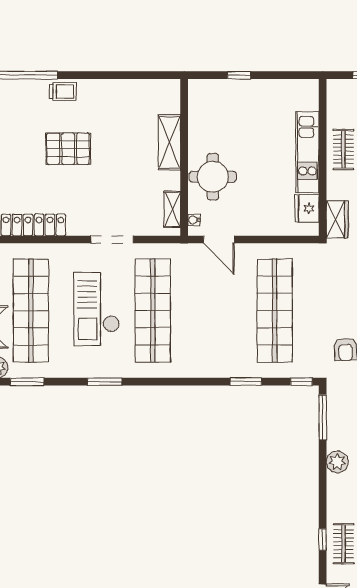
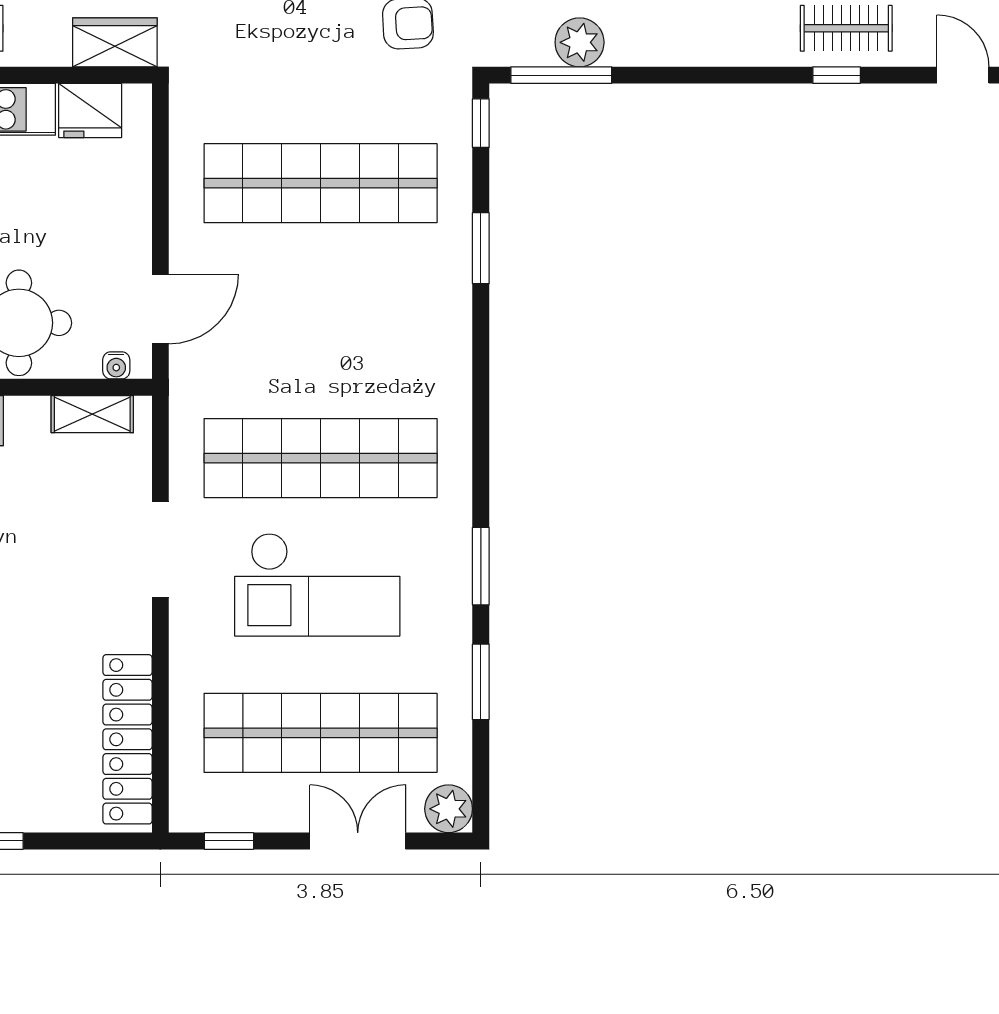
window: (27, 382) -> (481, 682), moved
plant: (337, 462) -> (580, 42), moved

